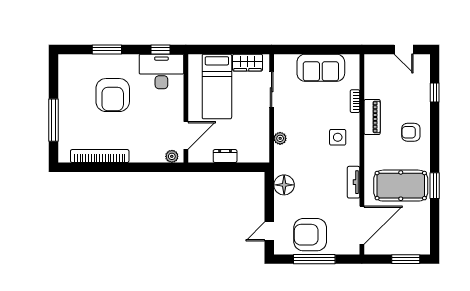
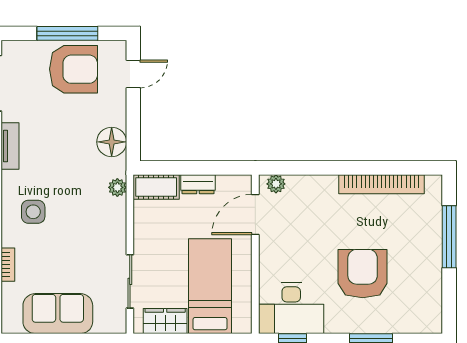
plant: (280, 138) -> (117, 187), moved
cot: (254, 154) -> (156, 187), added

